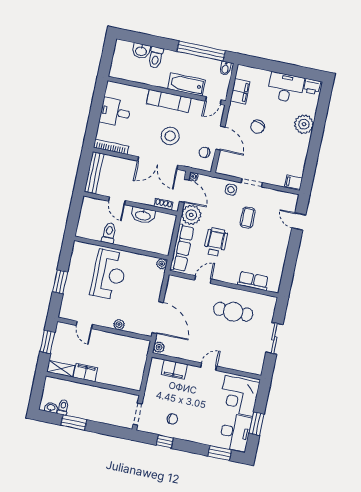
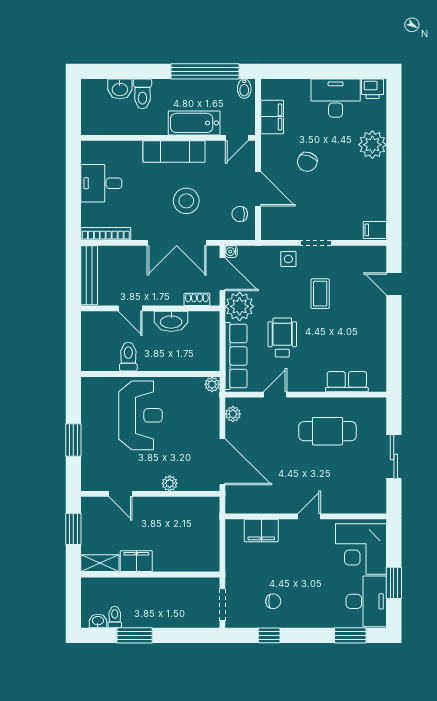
plant: (159, 347) -> (233, 414), moved

